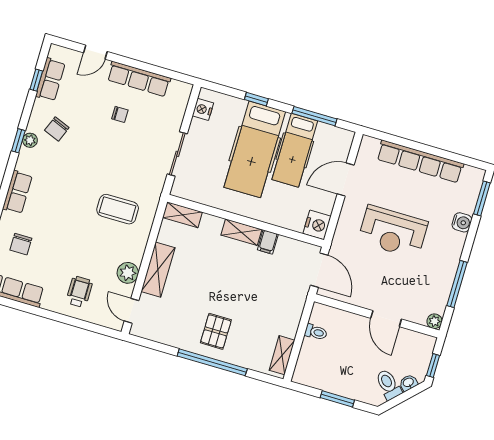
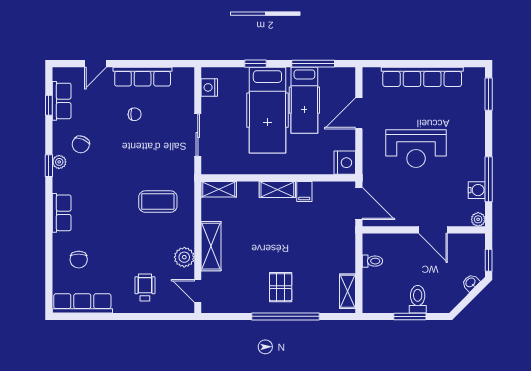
water cooler: (462, 222) -> (477, 190), moved
toilet: (388, 385) -> (418, 299), moved, turned 45

